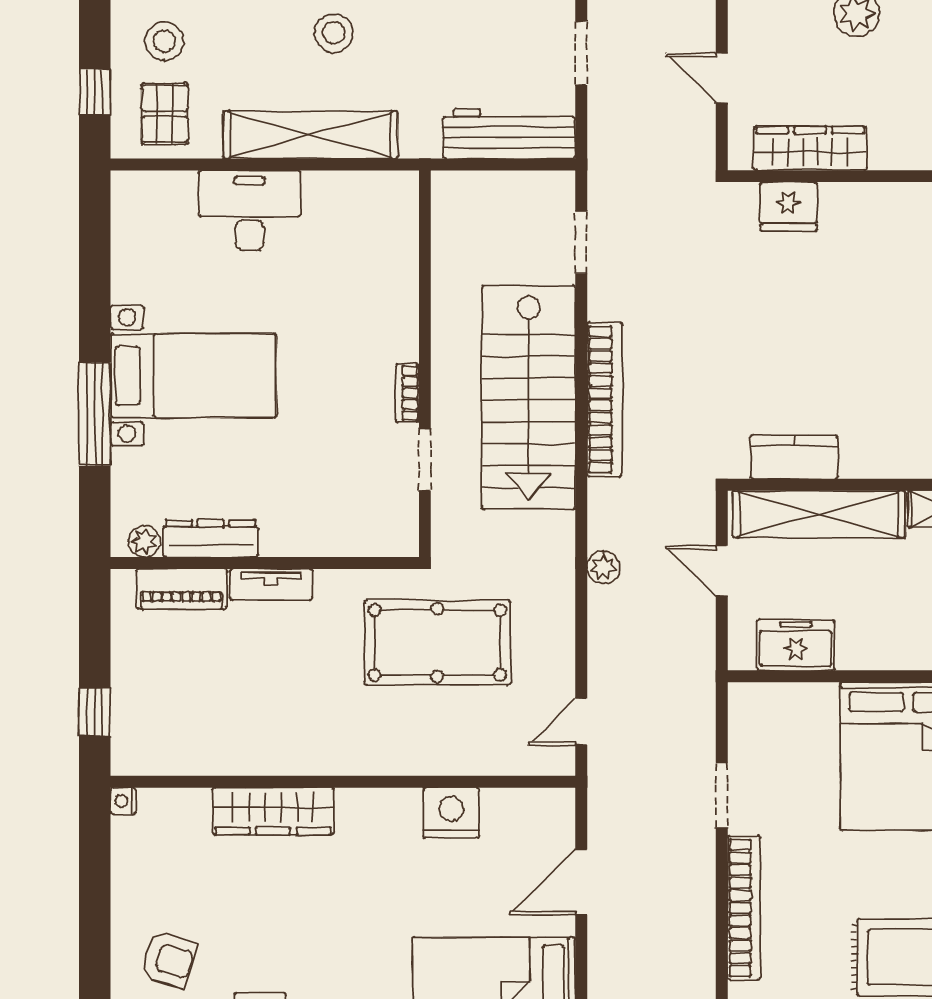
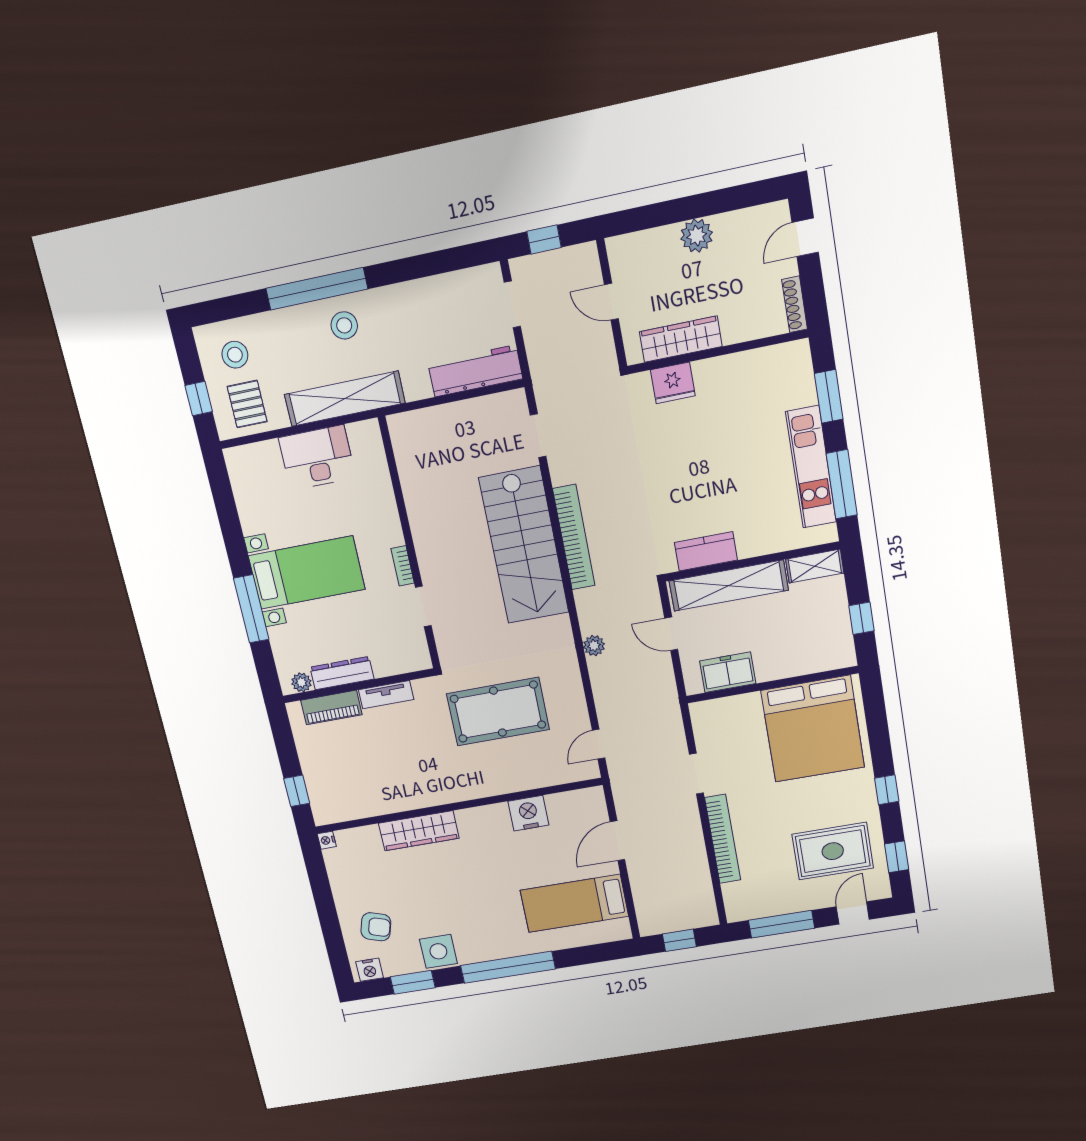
wall: (425, 364) -> (410, 545), moved
bookcase: (407, 393) -> (403, 566), moved
doorway: (425, 460) -> (423, 606), moved

